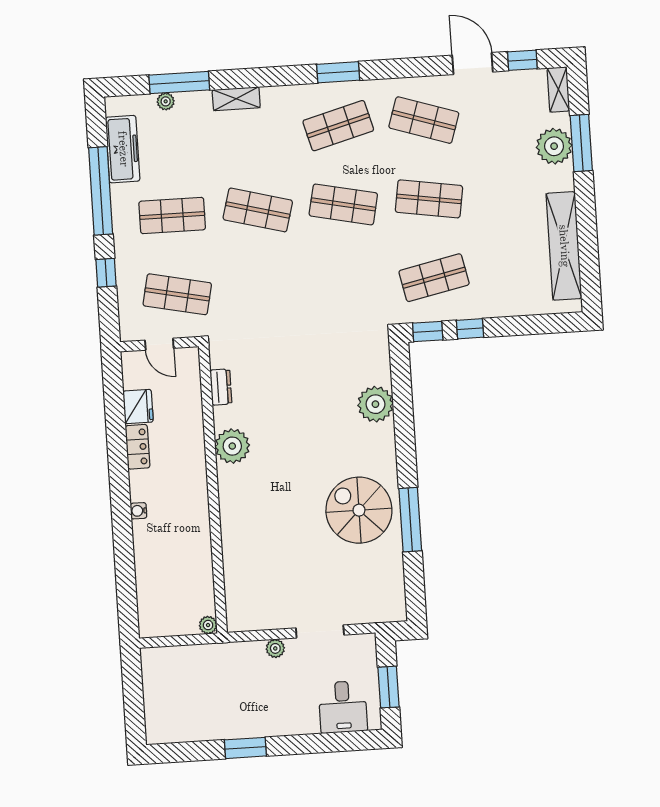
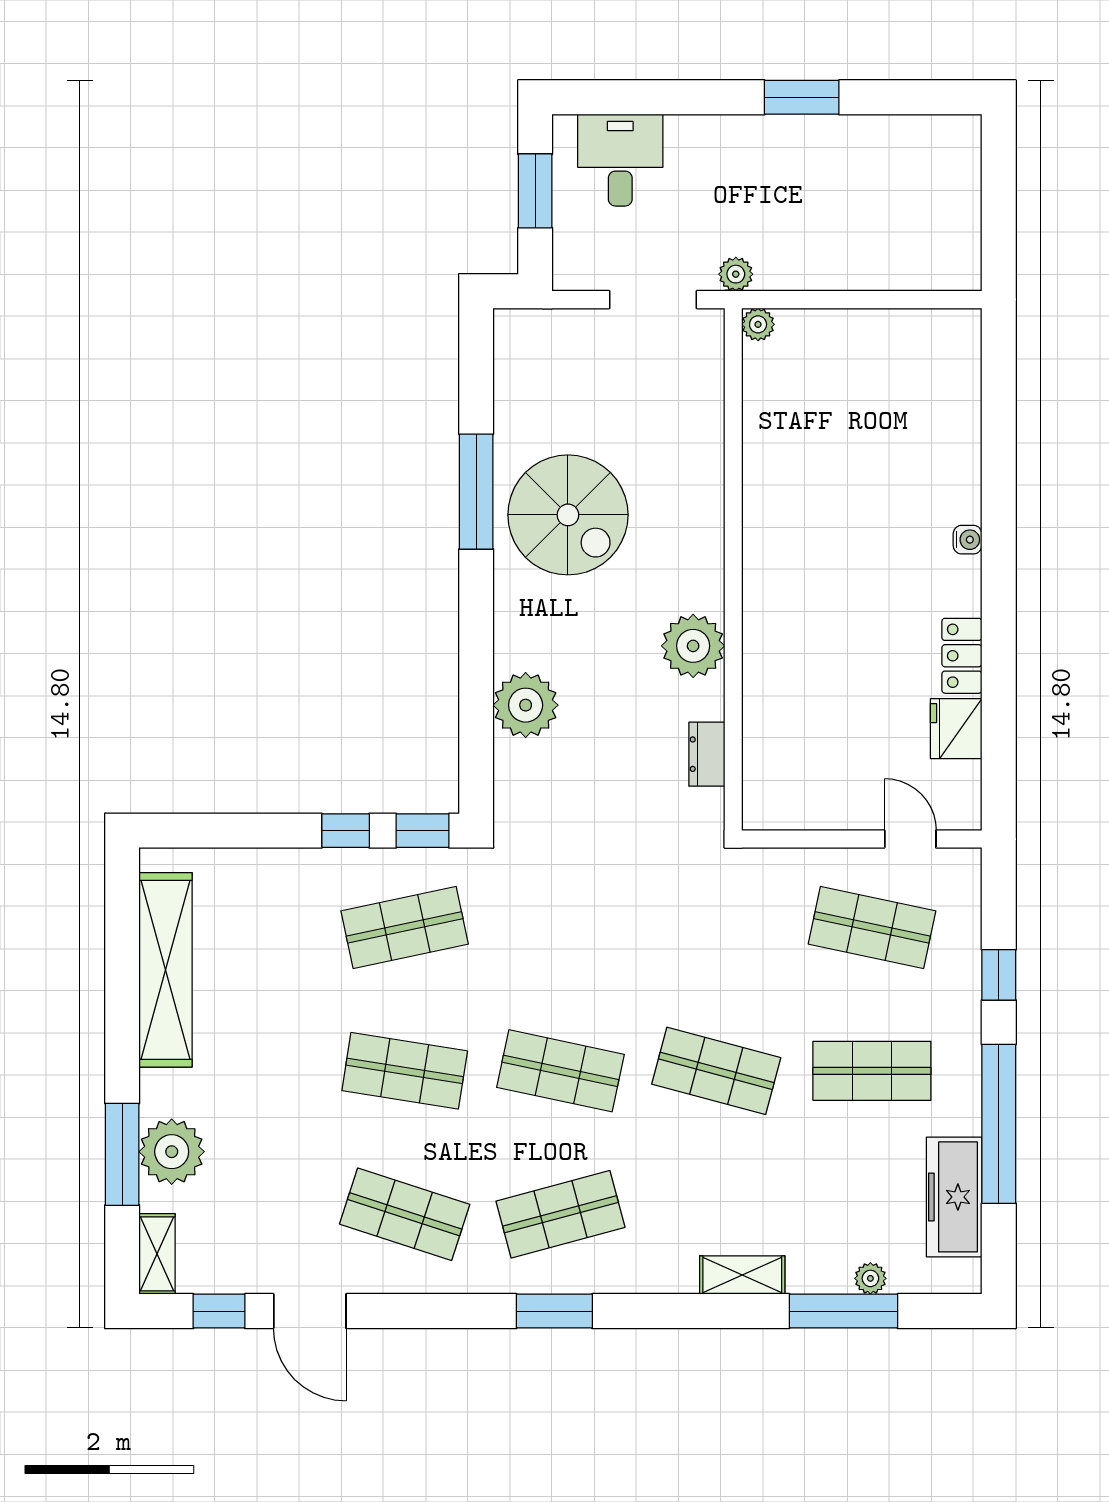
dresser: (221, 387) -> (707, 754), moved
plant: (232, 446) -> (693, 646), moved
wall: (213, 490) -> (733, 569), moved
plant: (208, 625) -> (758, 324), moved

